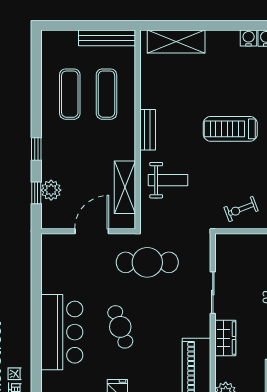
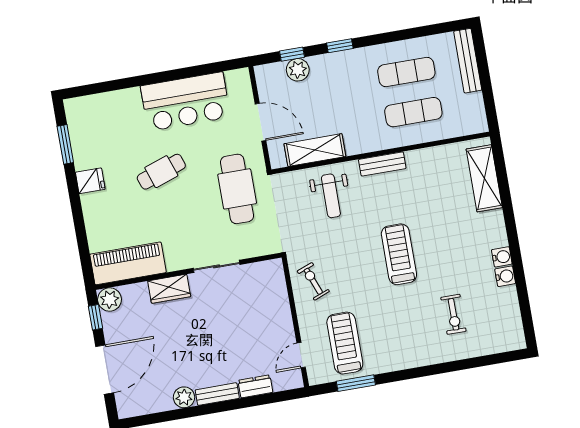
bench: (107, 38) -> (468, 61), moved
bar counter: (62, 332) -> (185, 102), moved

